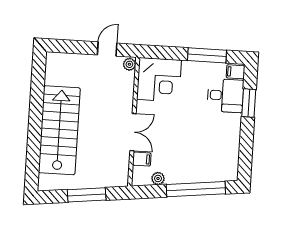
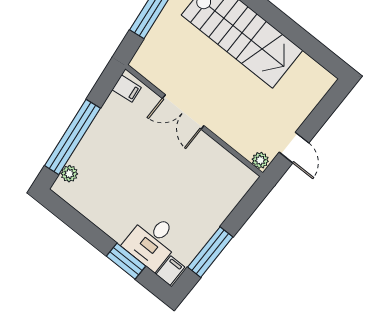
corner desk: (159, 80) -> (221, 181), removed
filing cabinet: (142, 159) -> (127, 89), moved, turned -97
plant: (158, 178) -> (69, 174), moved

